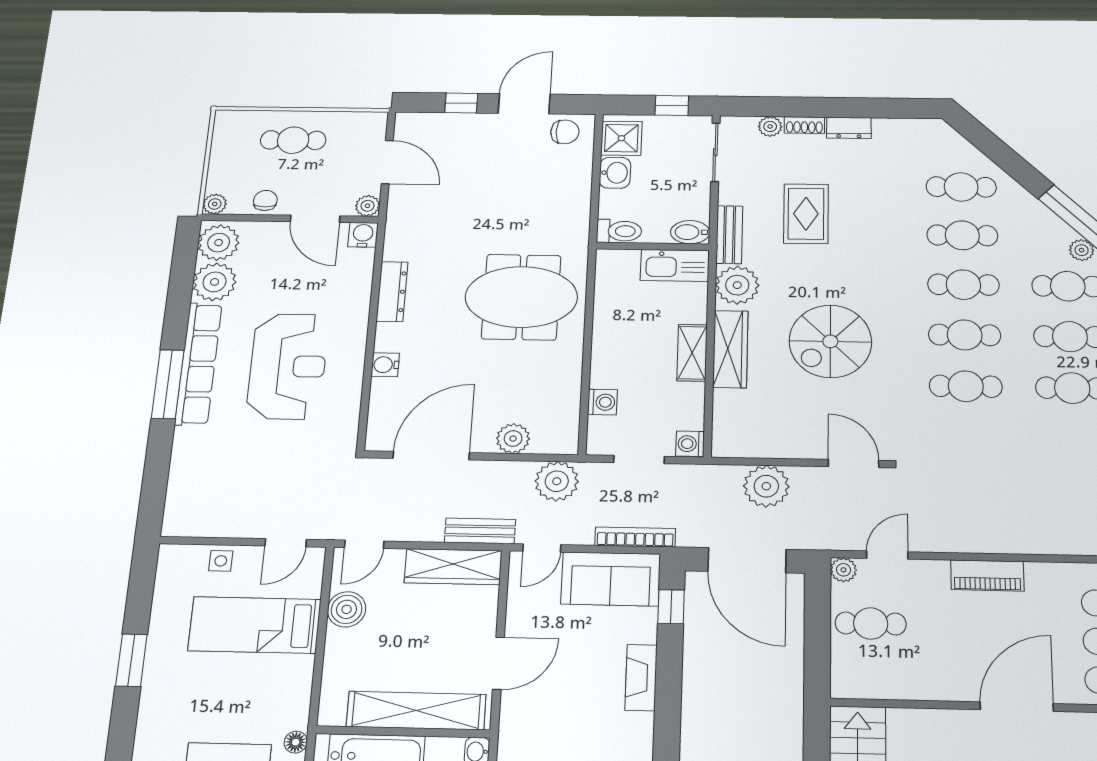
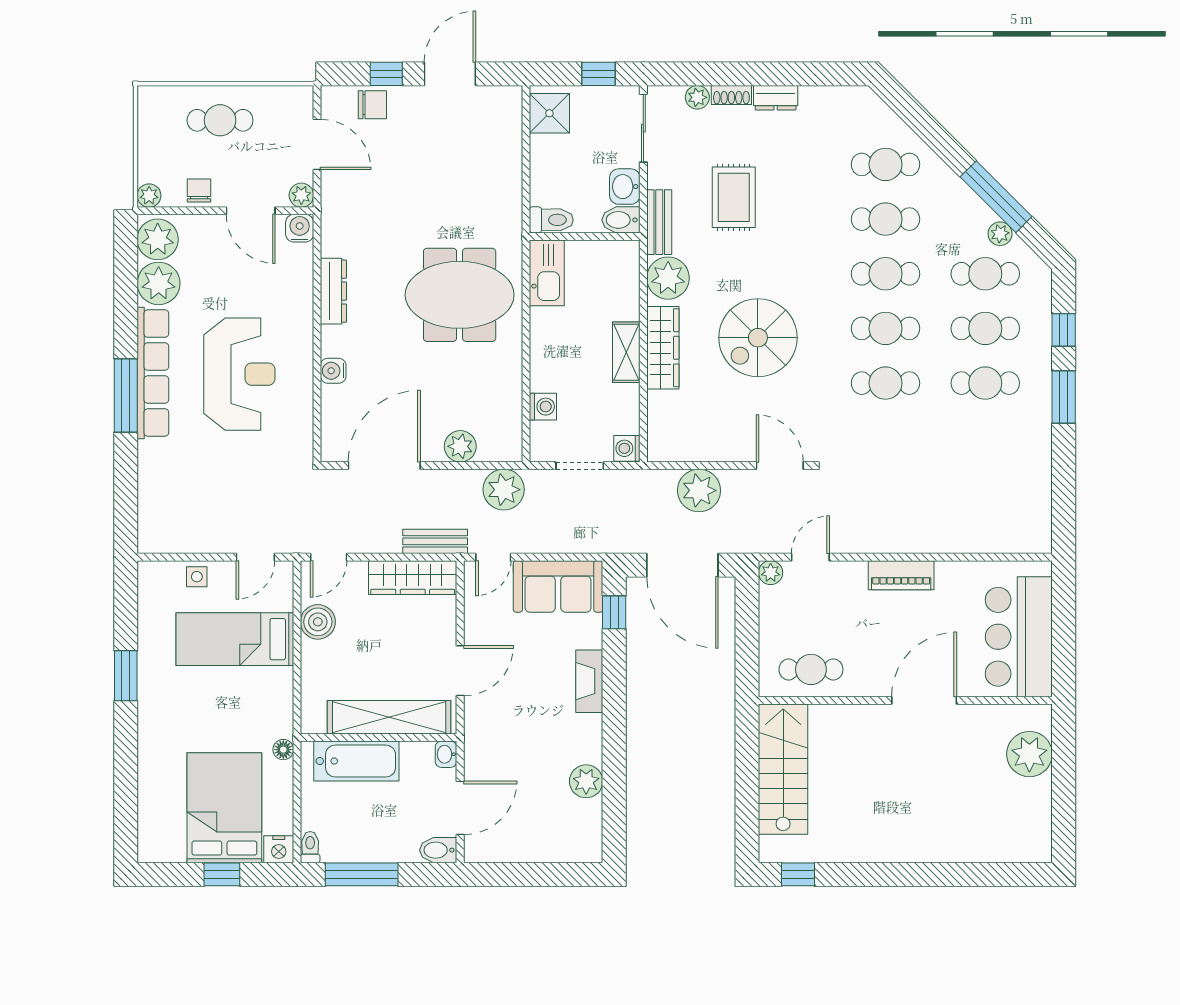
chair: (565, 132) -> (372, 105), moved
washbasin: (615, 173) -> (625, 187), moved, turned 180
kitchen sink: (675, 265) -> (547, 273), moved, turned -90
bookcase: (635, 537) -> (579, 544), removed
cafe table: (871, 623) -> (811, 669), moved

